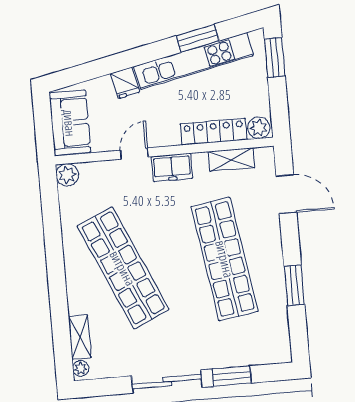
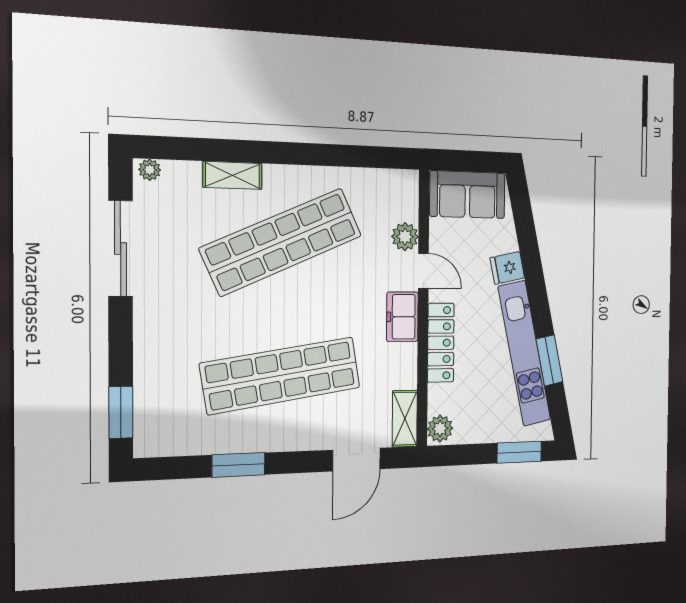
locker: (214, 132) -> (441, 343), moved
shelving: (231, 160) -> (405, 419), moved
plant: (67, 175) -> (405, 237), moved
shelving: (80, 337) -> (233, 175), moved
window: (232, 376) -> (121, 412), moved
sliding door: (167, 382) -> (121, 249), moved

